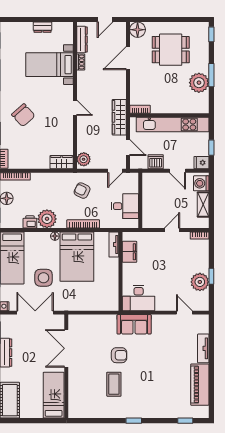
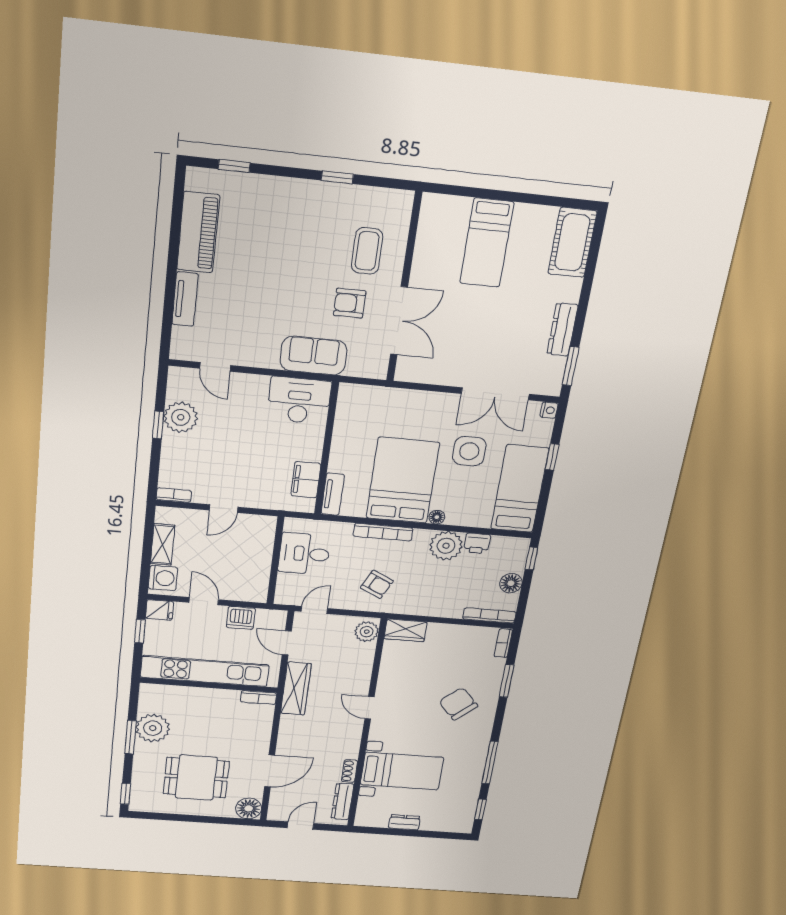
double door: (66, 348) -> (399, 321), moved
wall: (66, 366) -> (404, 288), moved

